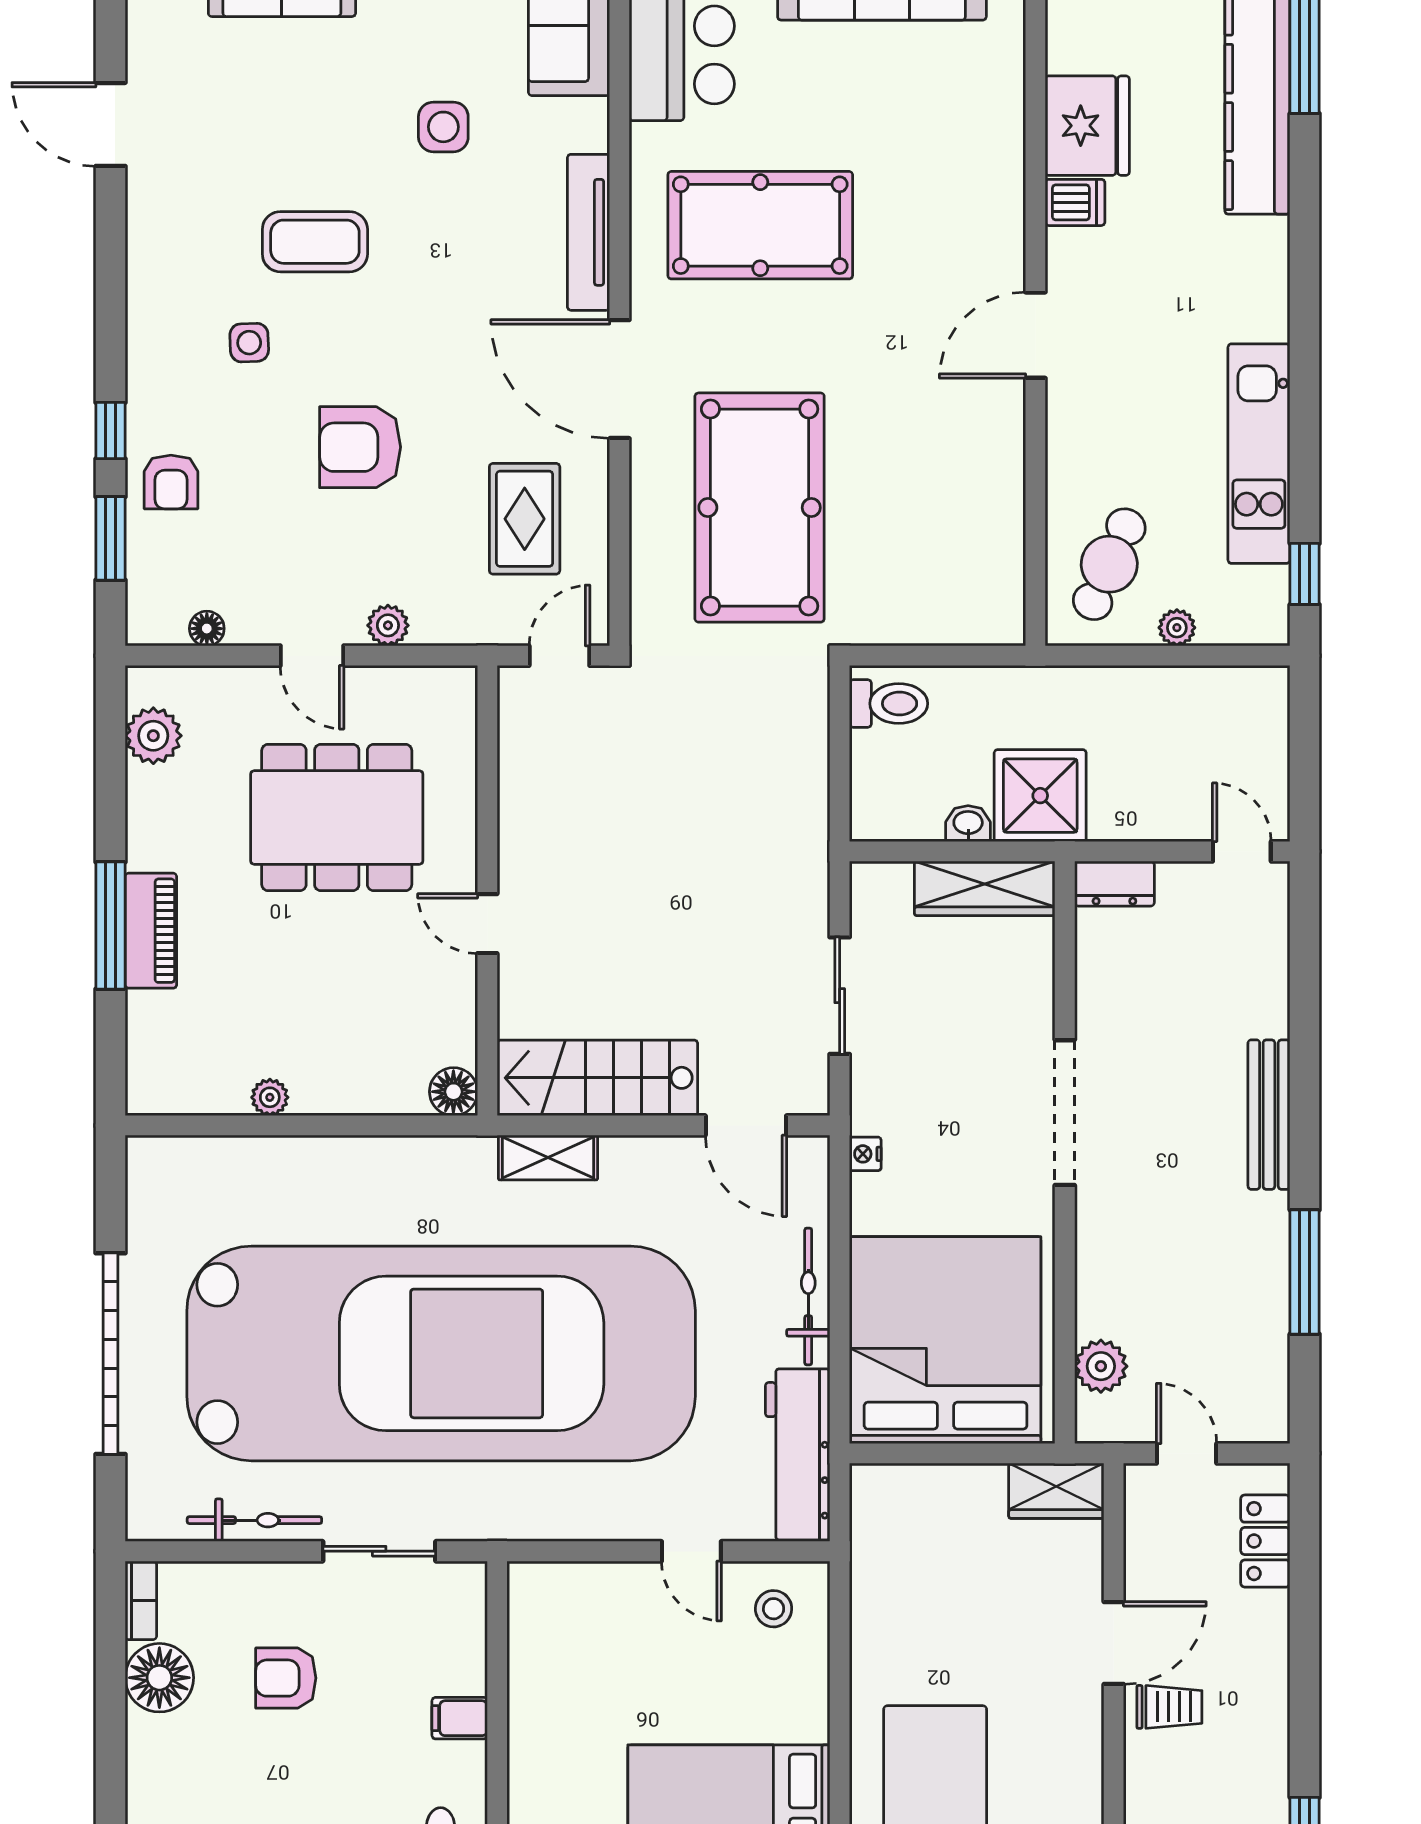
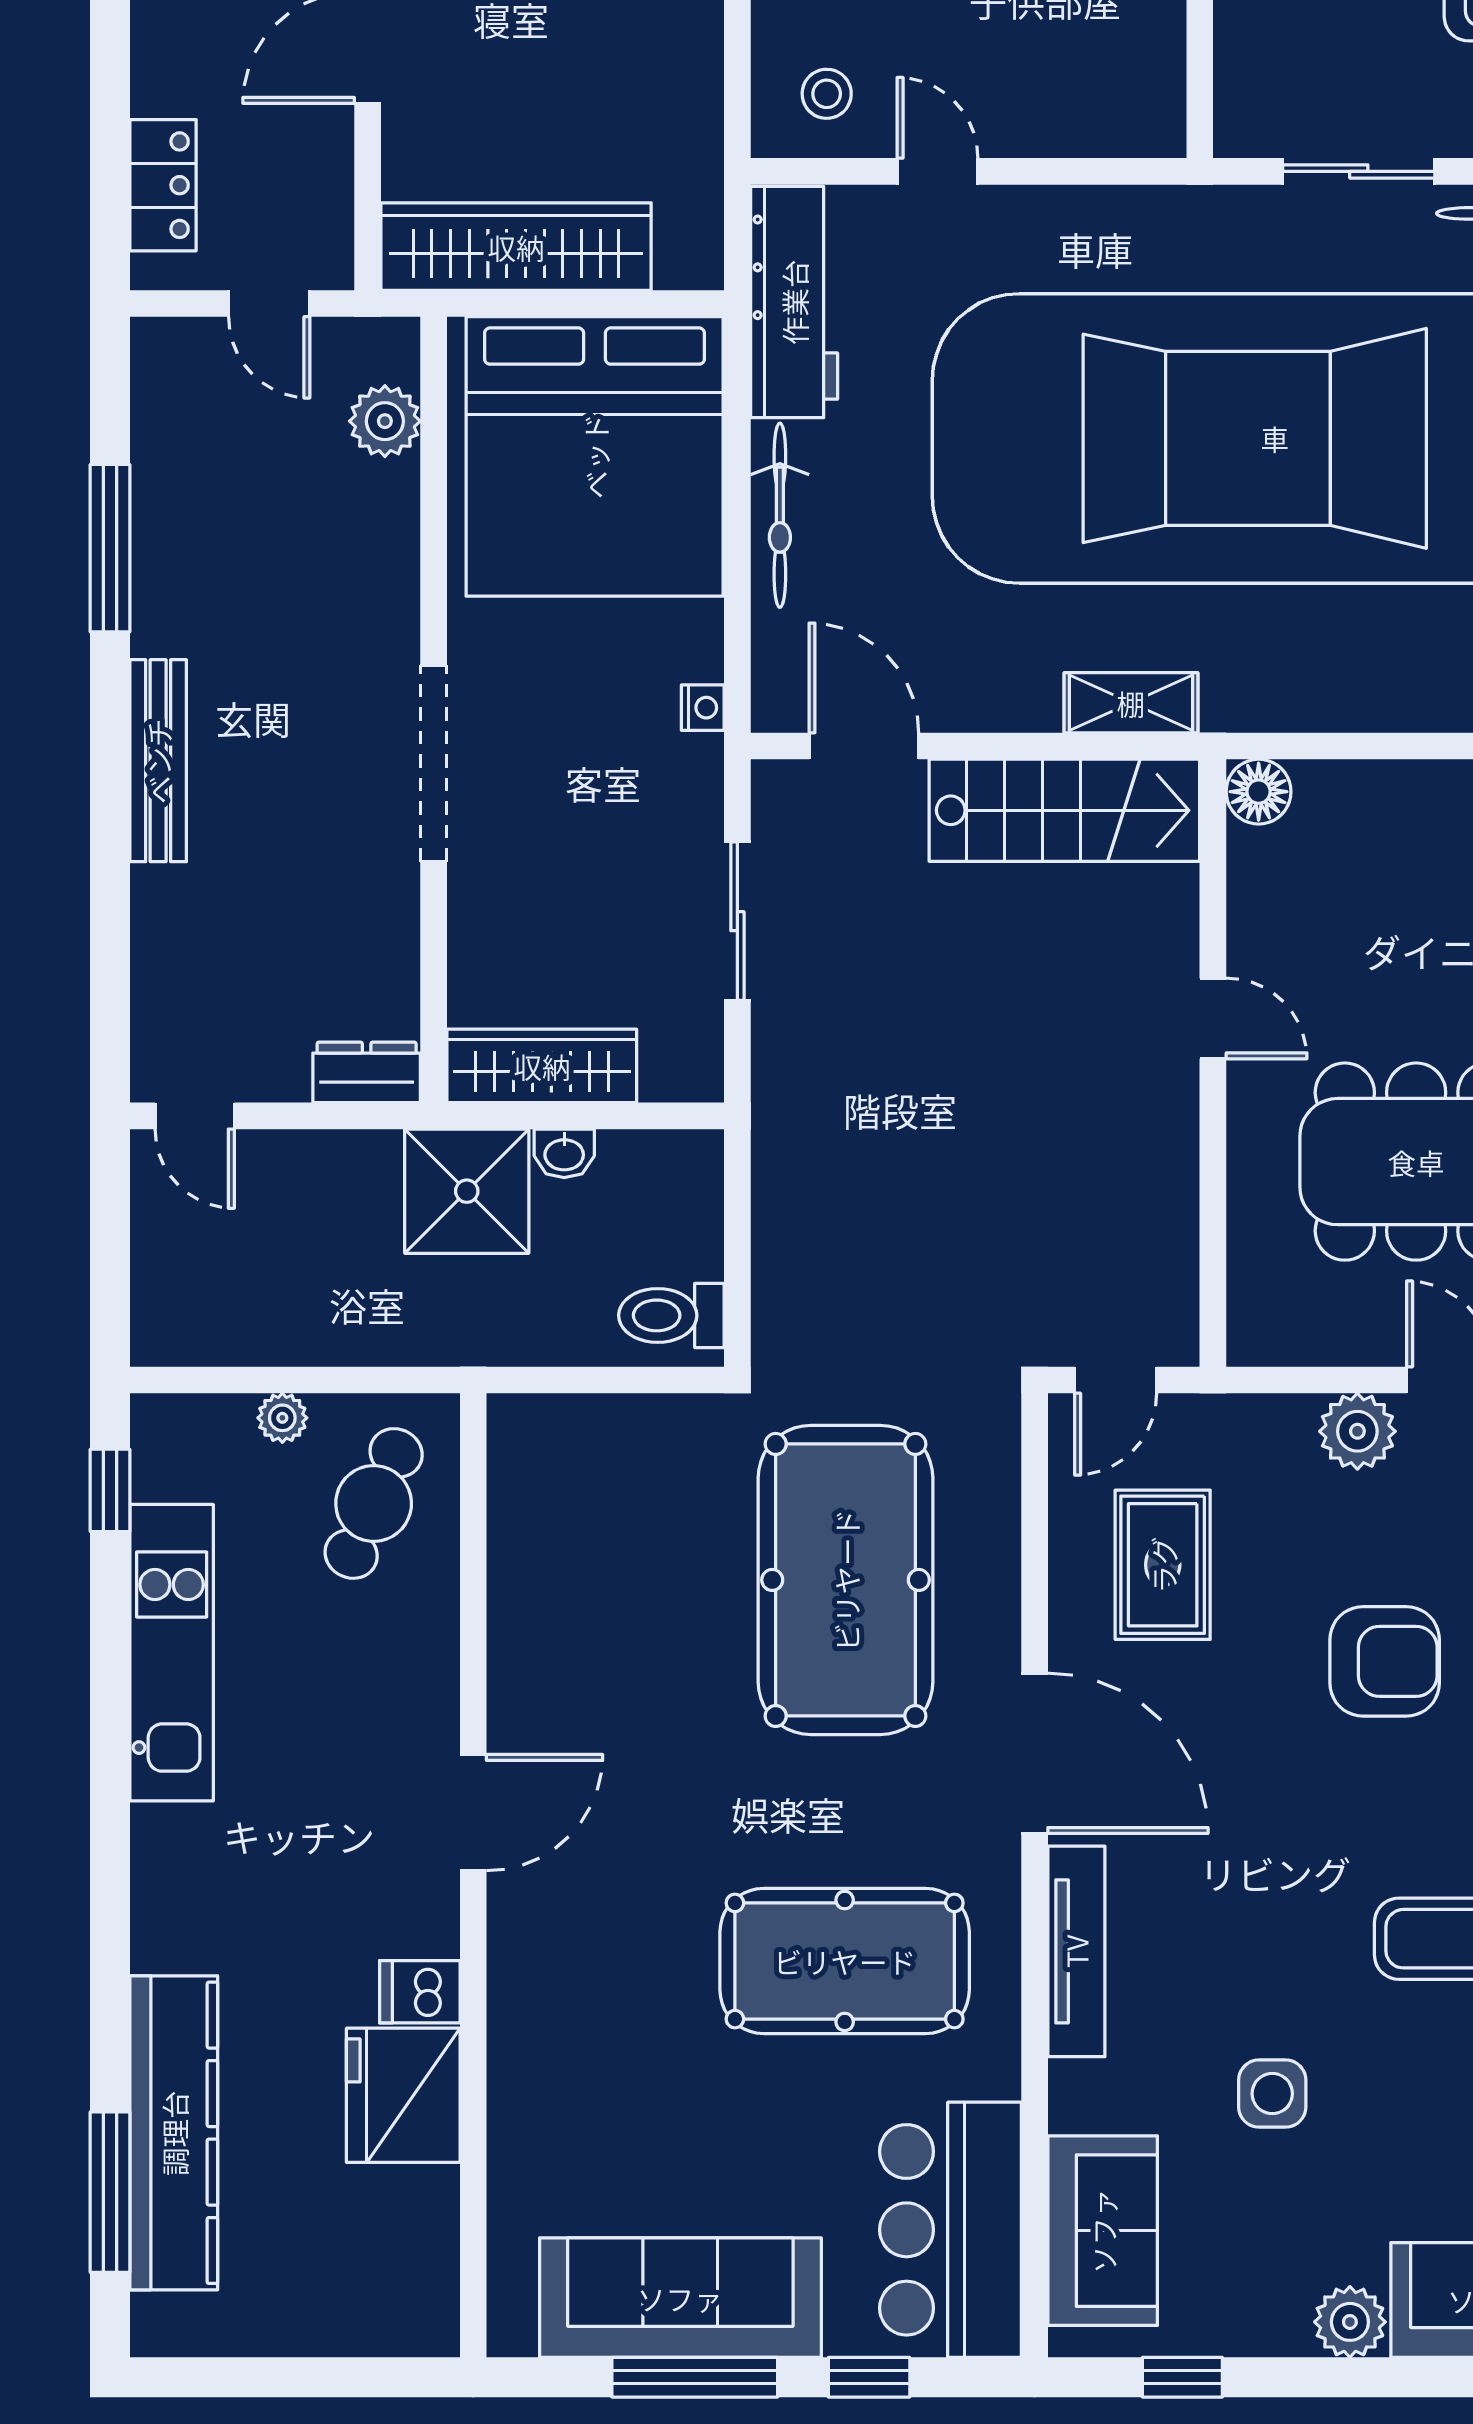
plant: (388, 625) -> (1357, 1431), width x1.38, depth x1.38
wardrobe: (1056, 1491) -> (516, 247), width x2.10, depth x1.17

